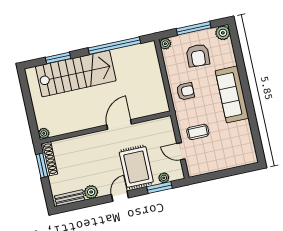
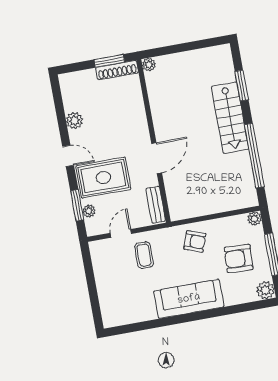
stairs: (76, 74) -> (230, 118), width x0.73, depth x0.66
armchair: (185, 91) -> (195, 241), turned -70
door: (119, 124) -> (157, 158), hinge flipped
bench: (70, 198) -> (156, 205), moved

